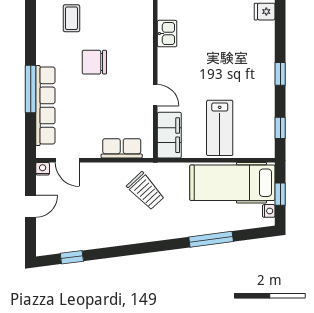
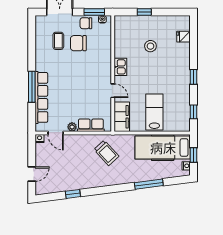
stool: (214, 26) -> (150, 46), added
kitchen sink: (167, 34) -> (120, 67), moved
chair: (94, 62) -> (78, 43), moved
lab bench: (220, 128) -> (154, 112), turned 180
plant: (93, 151) -> (72, 127), added
door: (31, 206) -> (32, 174), moved
window: (72, 257) -> (73, 194), moved

